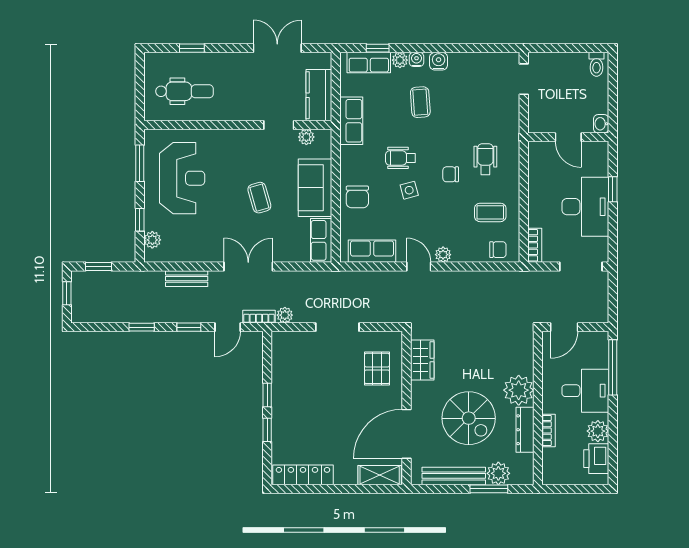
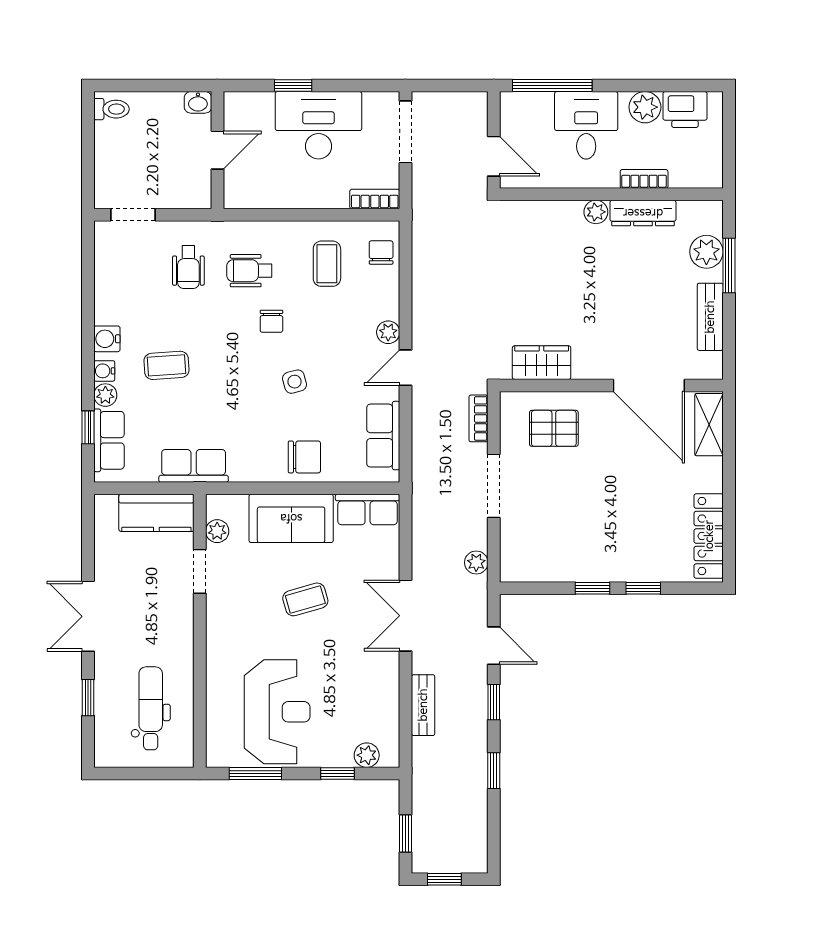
double door: (277, 48) -> (88, 616), moved
wheelchair: (400, 158) -> (188, 267), moved
reception desk: (182, 178) -> (277, 712), turned 90
bookcase: (259, 317) -> (478, 418), moved
plant: (519, 390) -> (596, 212), width x0.53, depth x0.53
spiral stairs: (469, 418) -> (626, 295), removed
bench: (454, 476) -> (710, 317), width x0.73

